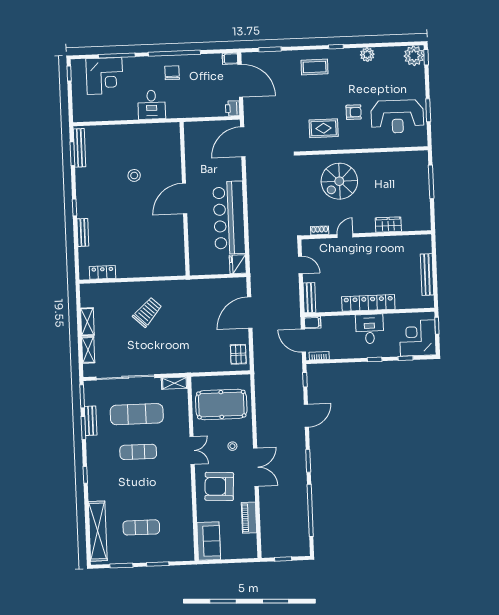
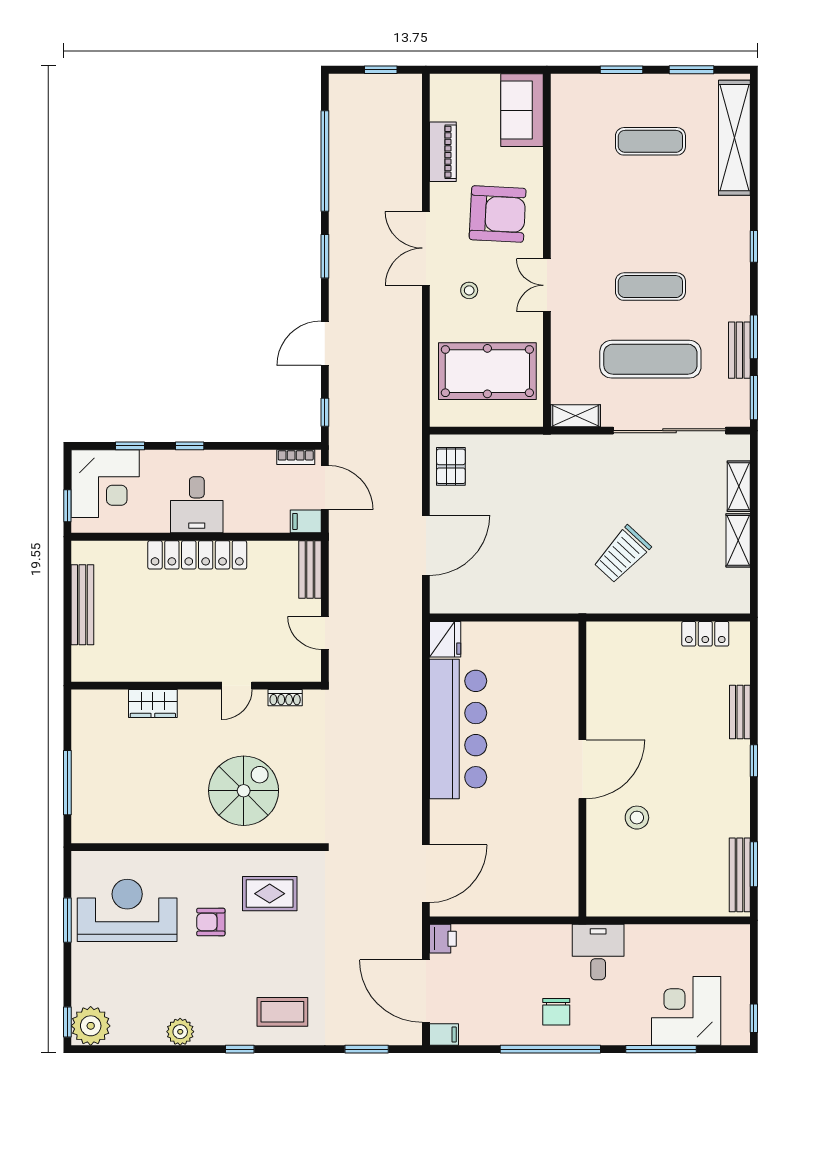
door: (185, 199) -> (582, 769), moved
wall: (185, 199) -> (582, 769), moved

